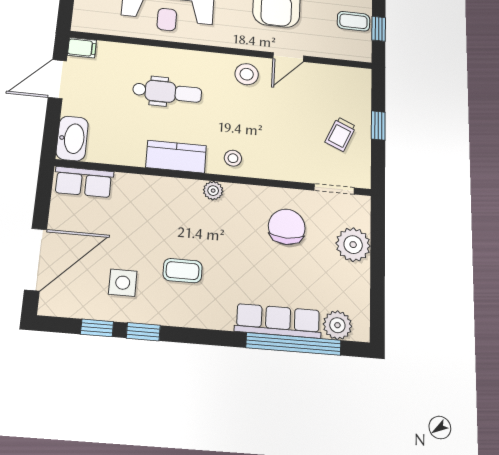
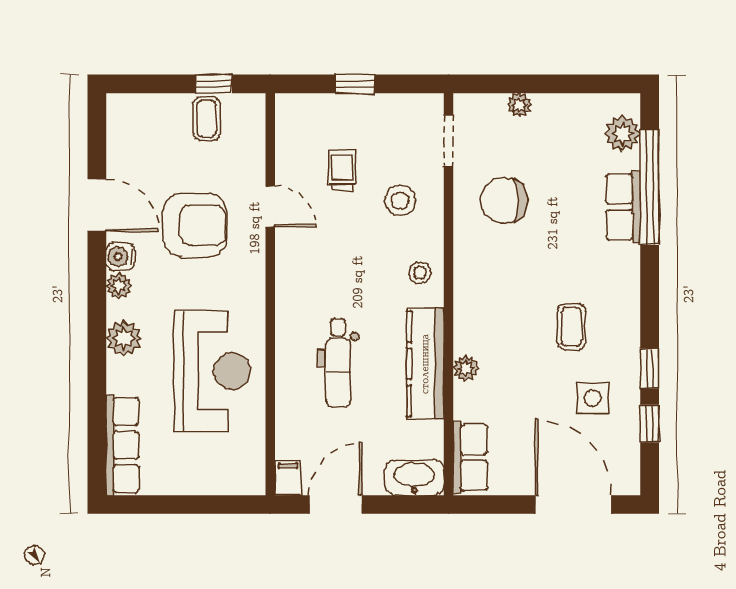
stool: (247, 74) -> (400, 200), moved
door: (57, 79) -> (336, 505), swing flipped
dental chair: (167, 92) -> (338, 363), turned 180
trolley: (340, 134) -> (342, 170), moved, turned -114
kitchen counter: (176, 157) -> (425, 364), width x1.50
plant: (213, 191) -> (466, 368), moved
plant: (353, 245) -> (519, 105), width x0.53, depth x0.53
row of seats: (278, 321) -> (623, 207), width x0.68

